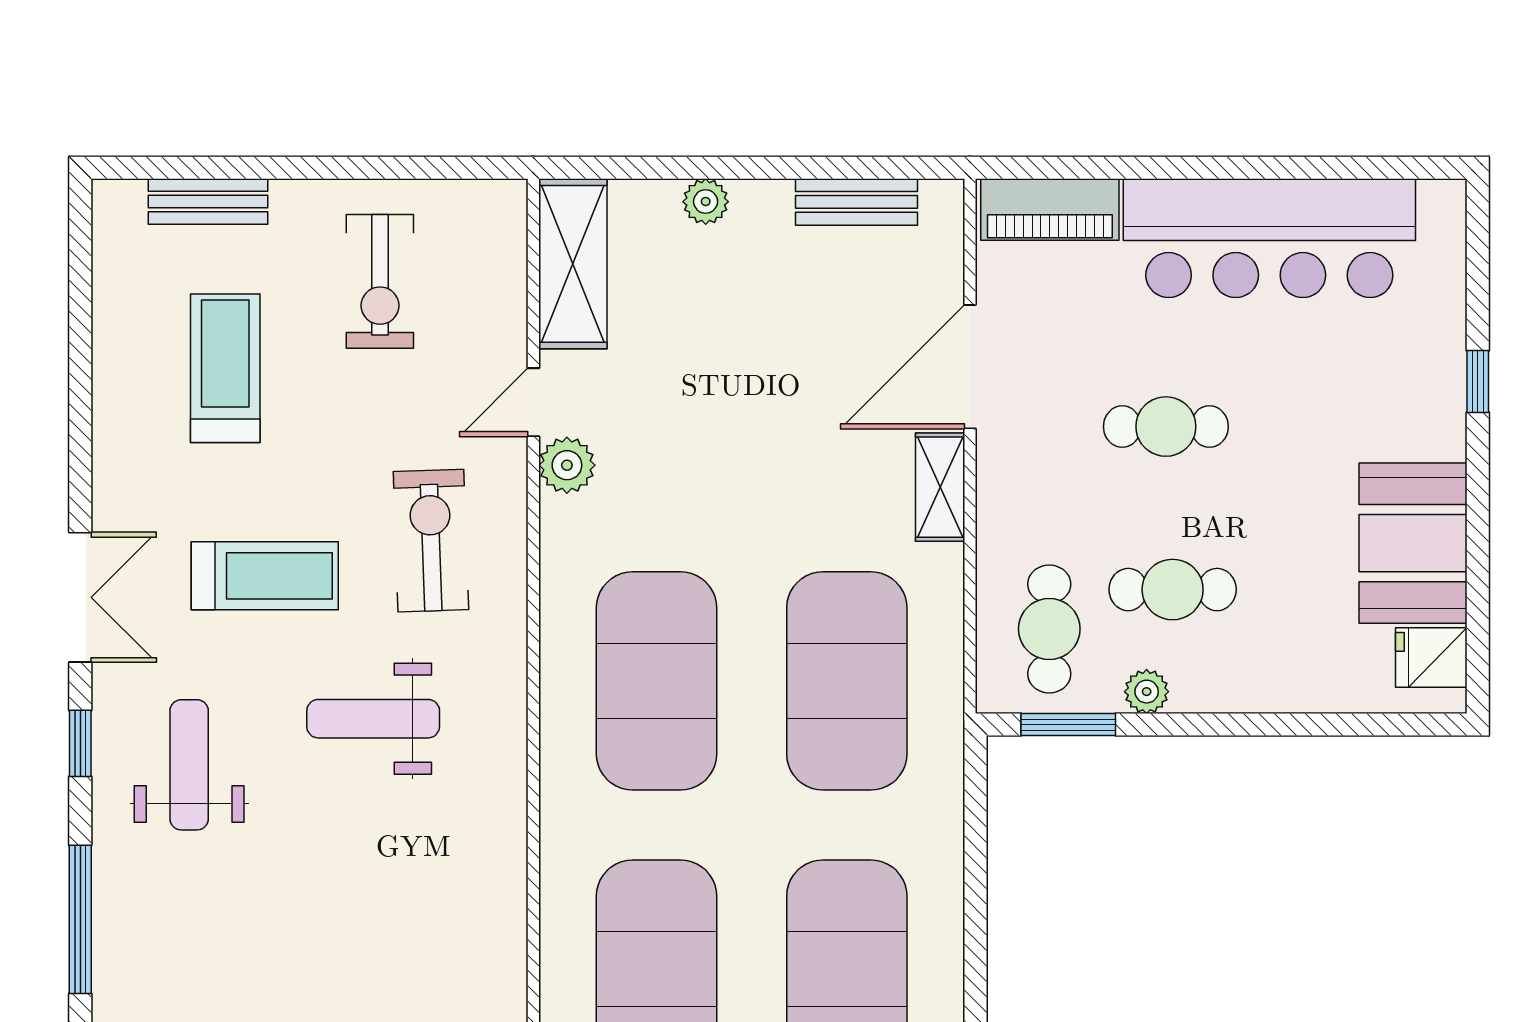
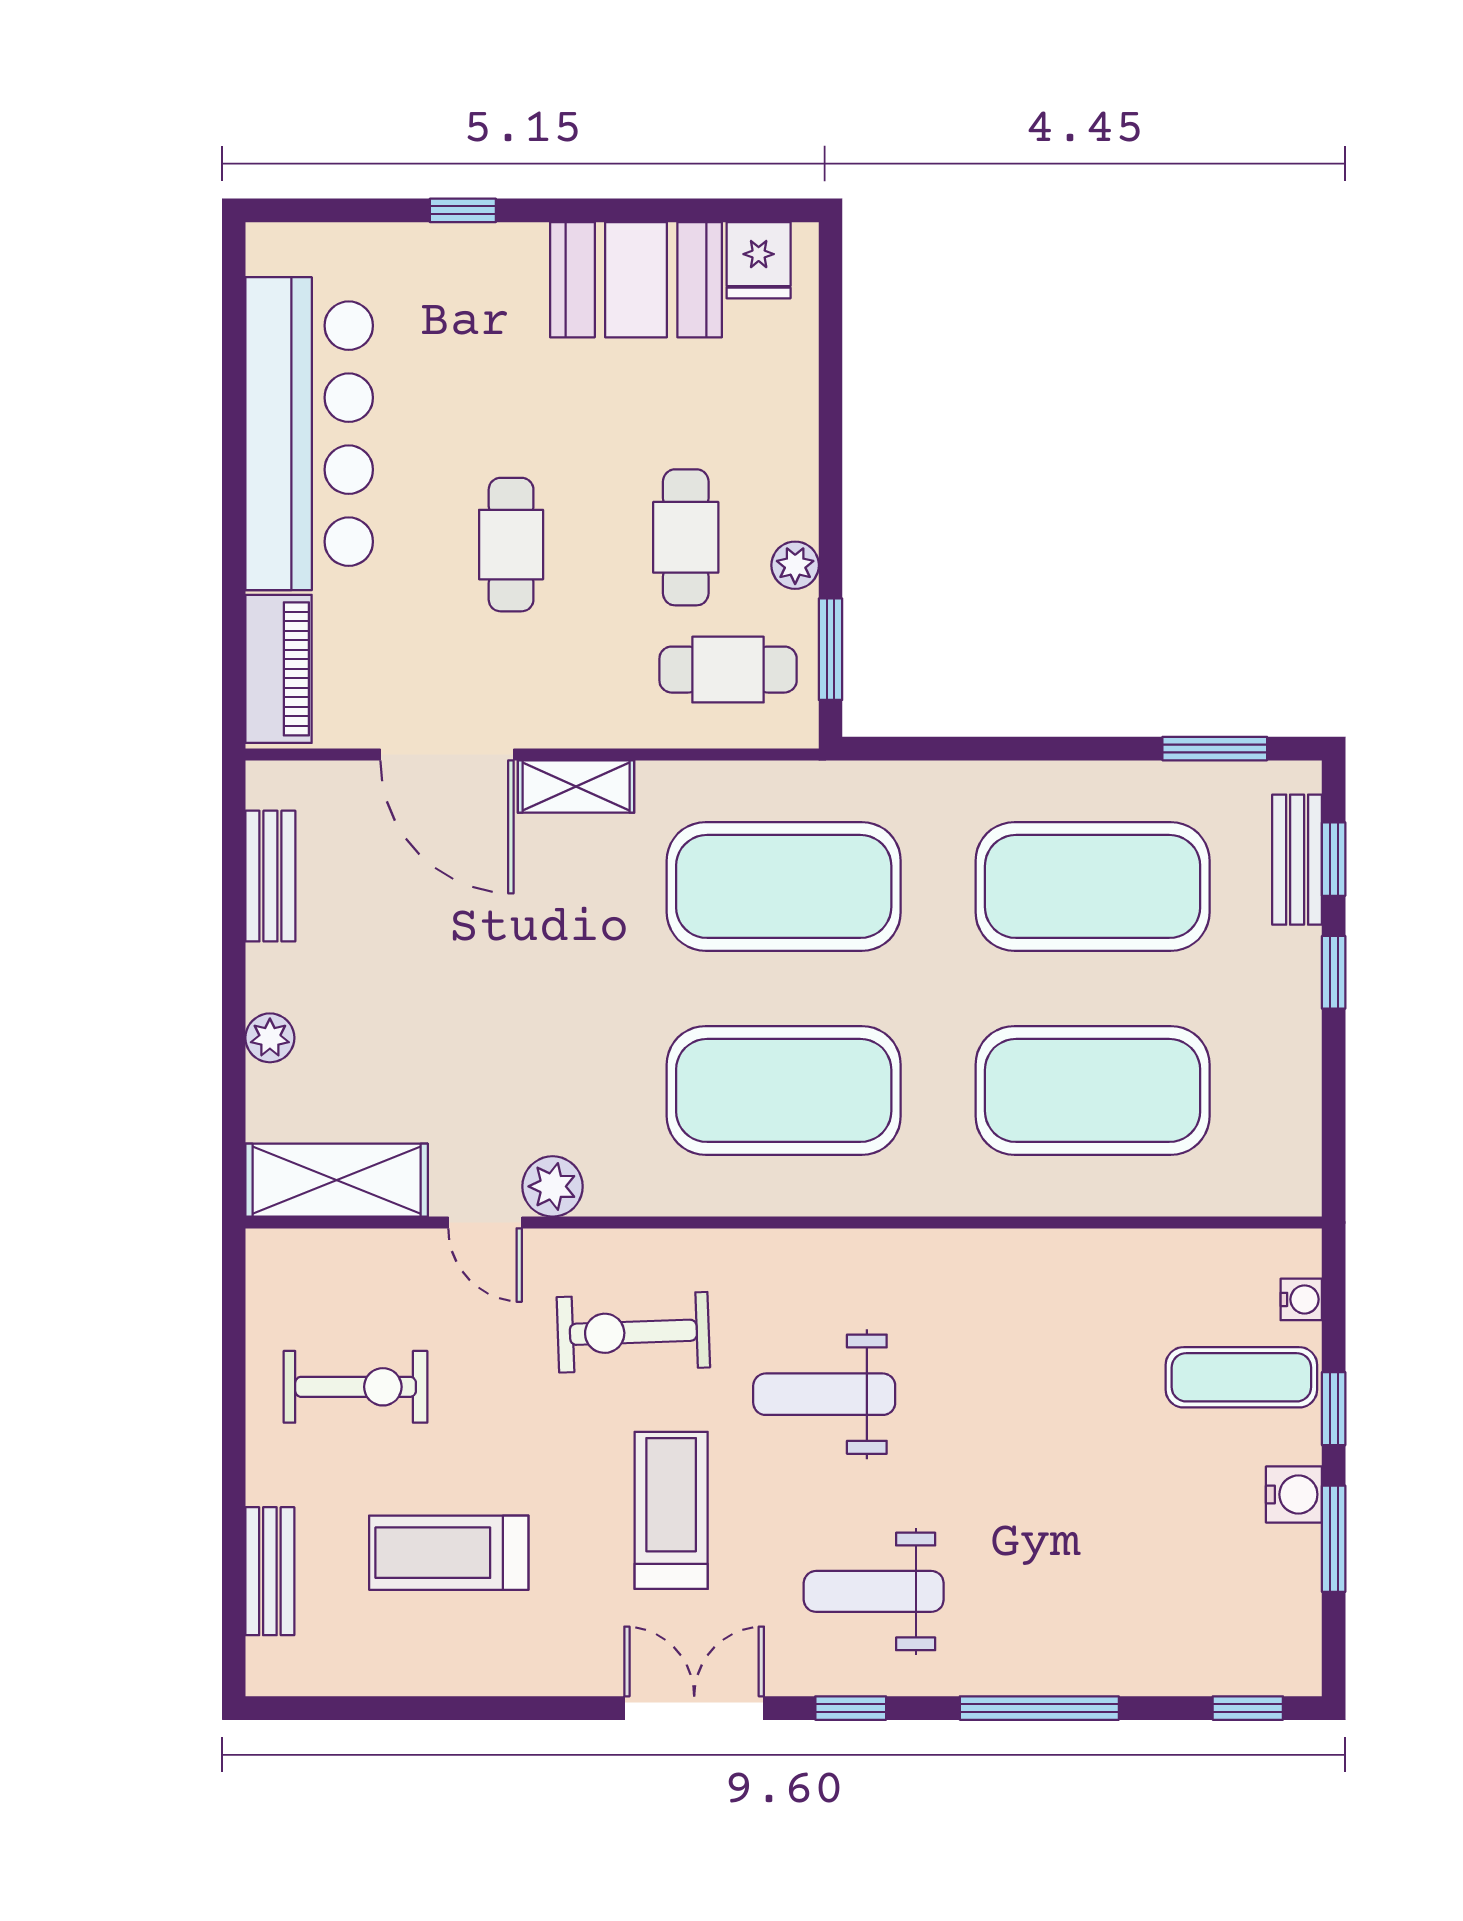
weight bench: (373, 719) -> (824, 1394), turned 90

